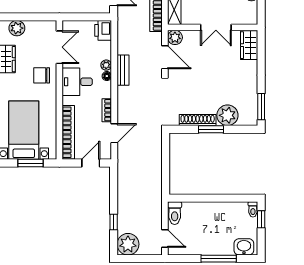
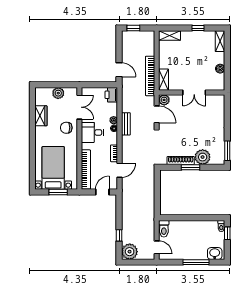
plant: (17, 28) -> (58, 93), moved
wardrobe: (249, 45) -> (219, 106), removed

